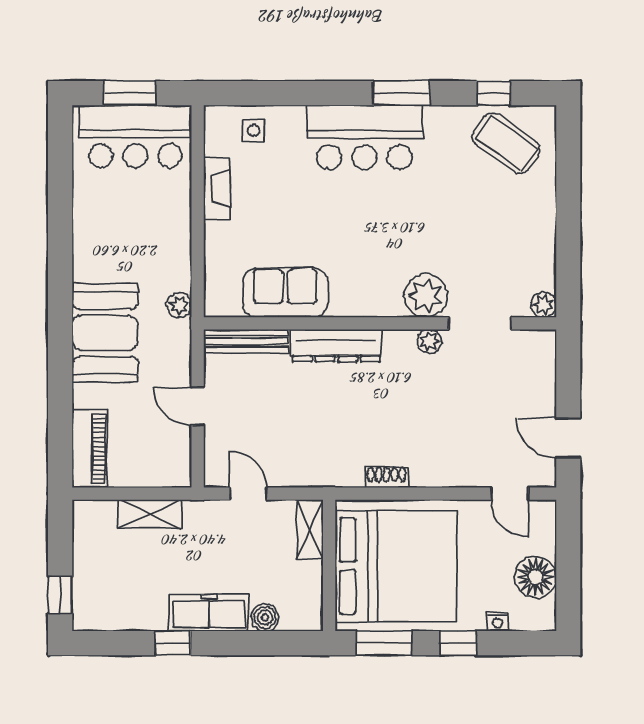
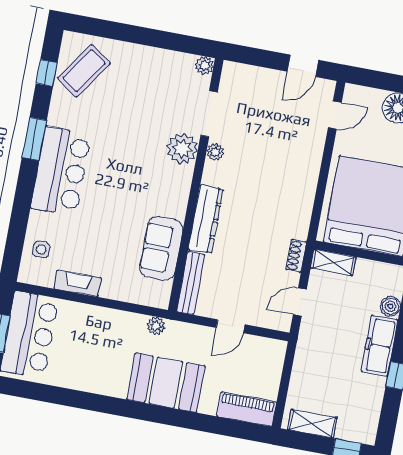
shoe rack: (386, 477) -> (296, 256), moved
shelving: (150, 514) -> (312, 424), moved, turned 90

